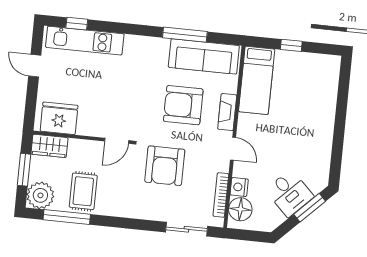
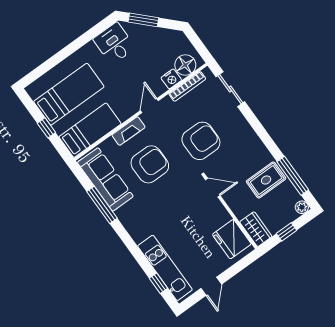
bed: (303, 89) -> (69, 94), added
armchair: (183, 105) -> (150, 164), turned -90
window: (24, 170) -> (287, 232), width x0.67
desk: (290, 193) -> (114, 43), moved, turned -45
plant: (40, 195) -> (302, 207), width x0.53, depth x0.53

